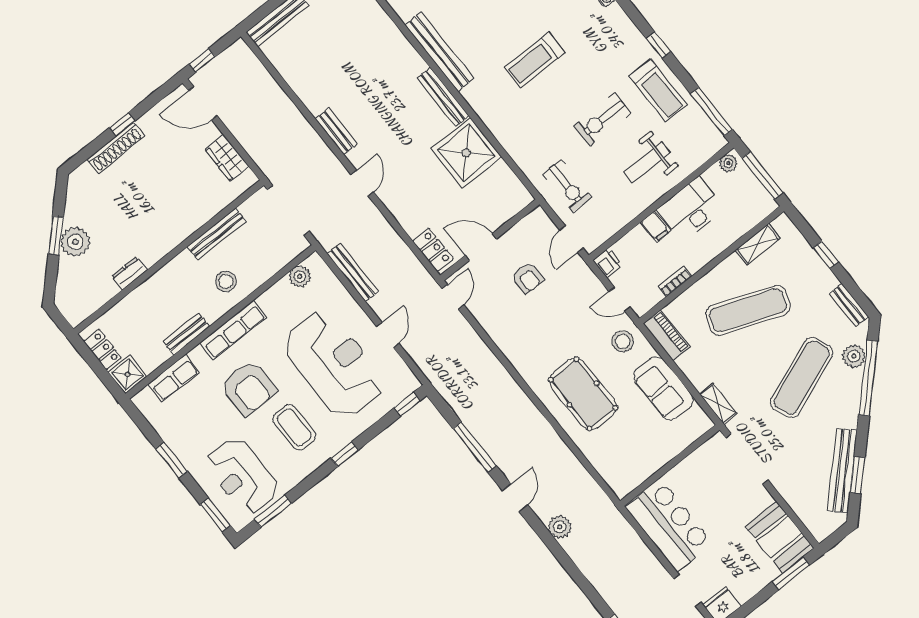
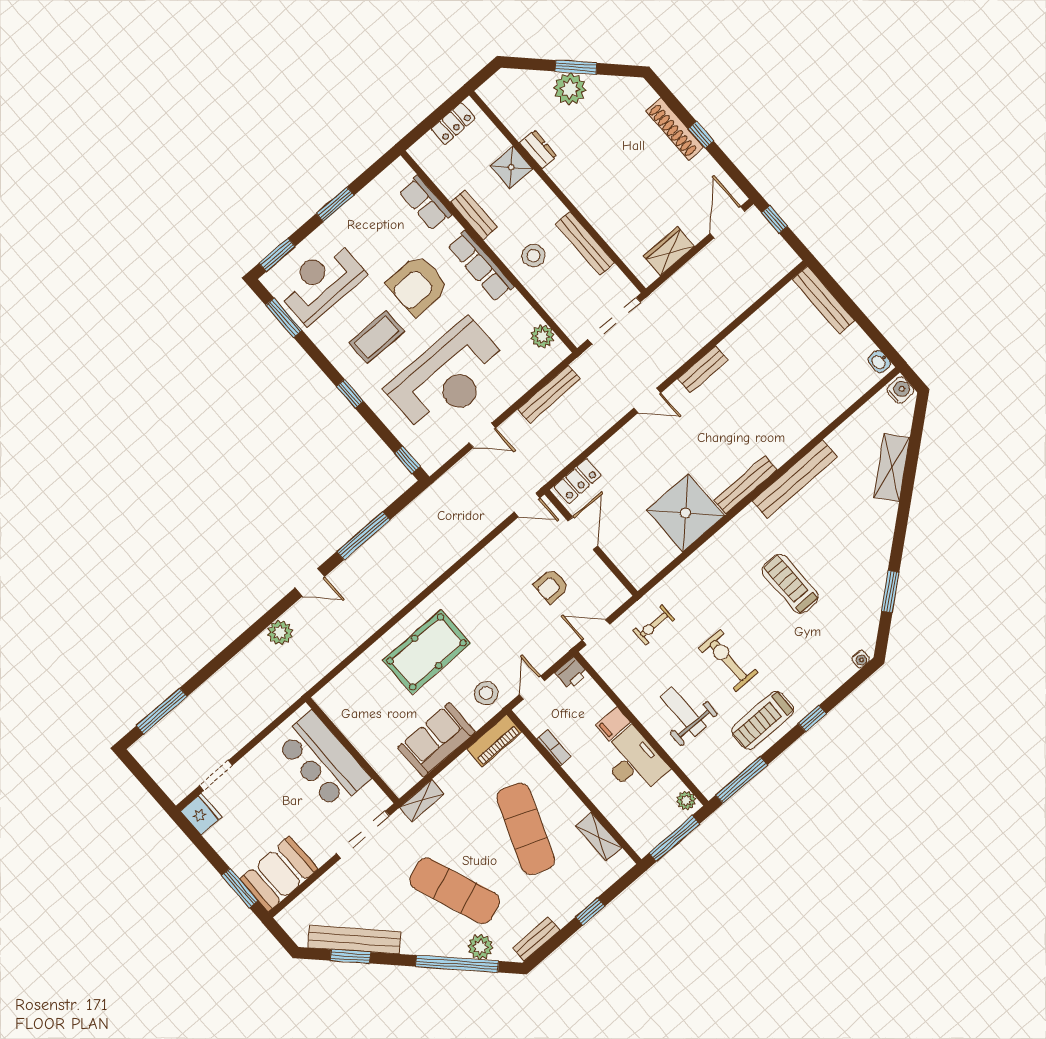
exercise bike: (567, 186) -> (654, 625), width x0.73, depth x0.72
shower: (128, 374) -> (511, 167), moved
bar counter: (669, 525) -> (323, 760), moved, turned 90

